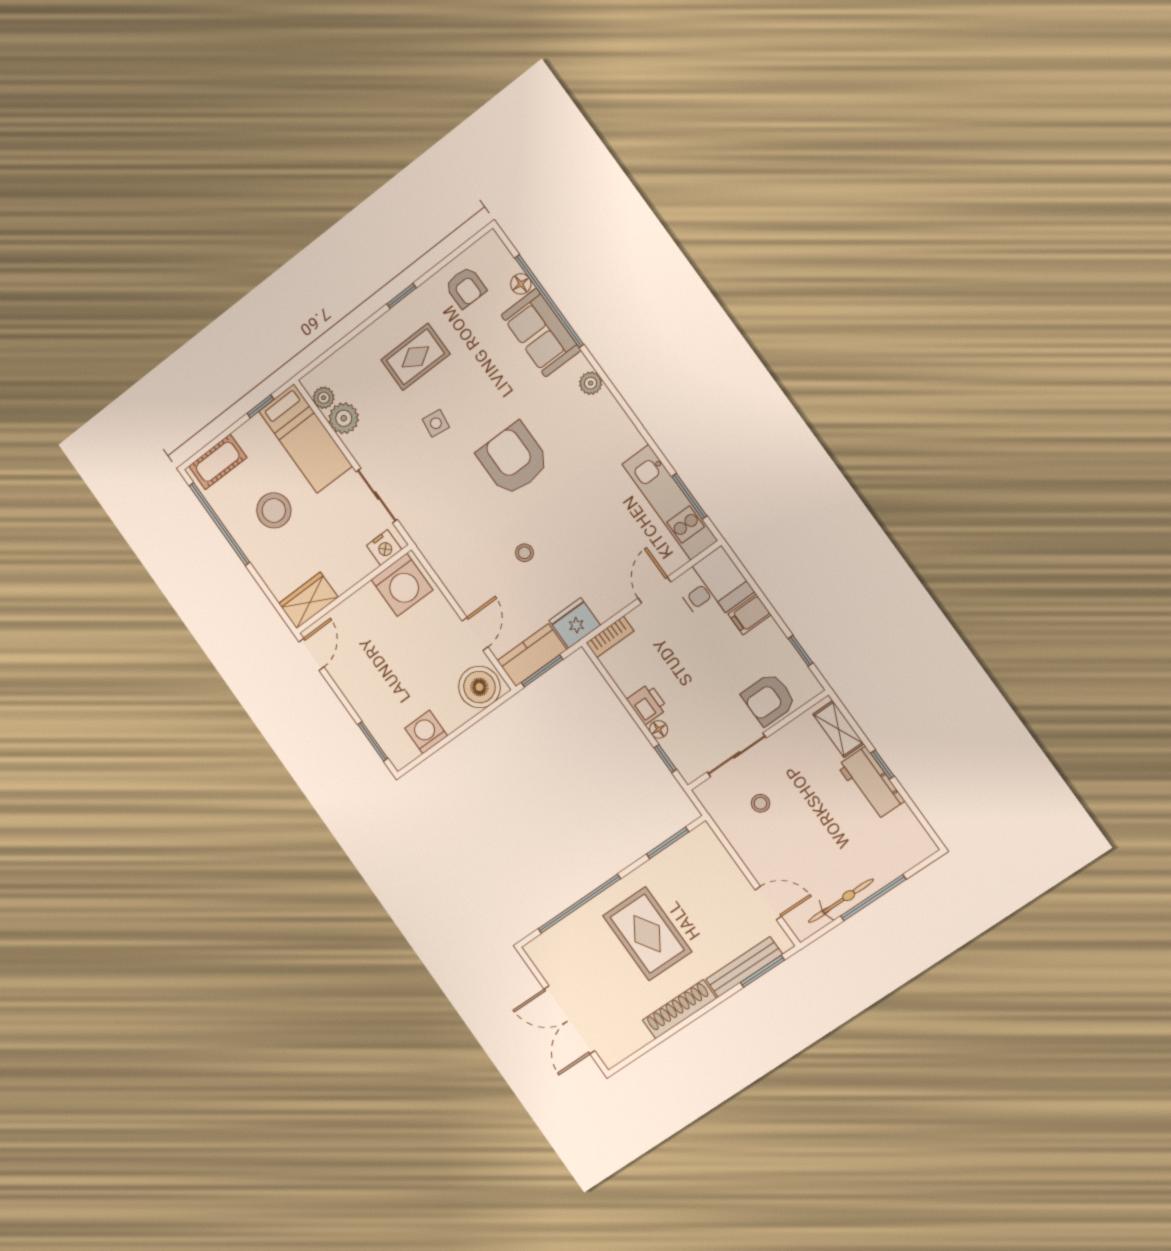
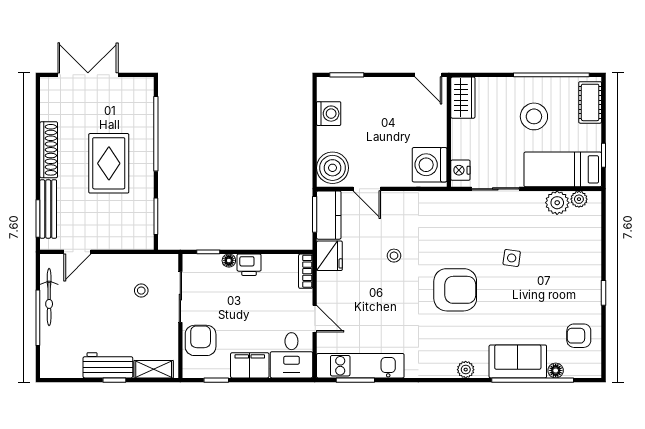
rug: (415, 357) -> (561, 275), removed
filing cabinet: (750, 614) -> (250, 365), width x2.00
rug: (647, 934) -> (109, 163), turned 90

